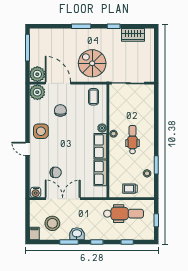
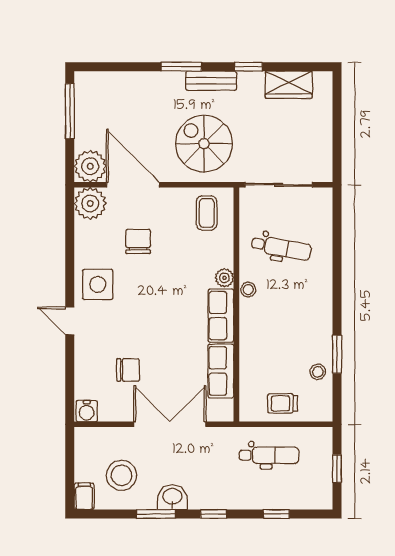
bench: (96, 33) -> (211, 81), added
dental chair: (133, 140) -> (281, 248), moved, turned 100
double door: (63, 199) -> (170, 424), moved
dental chair: (124, 214) -> (269, 455), width x0.73, depth x0.72

